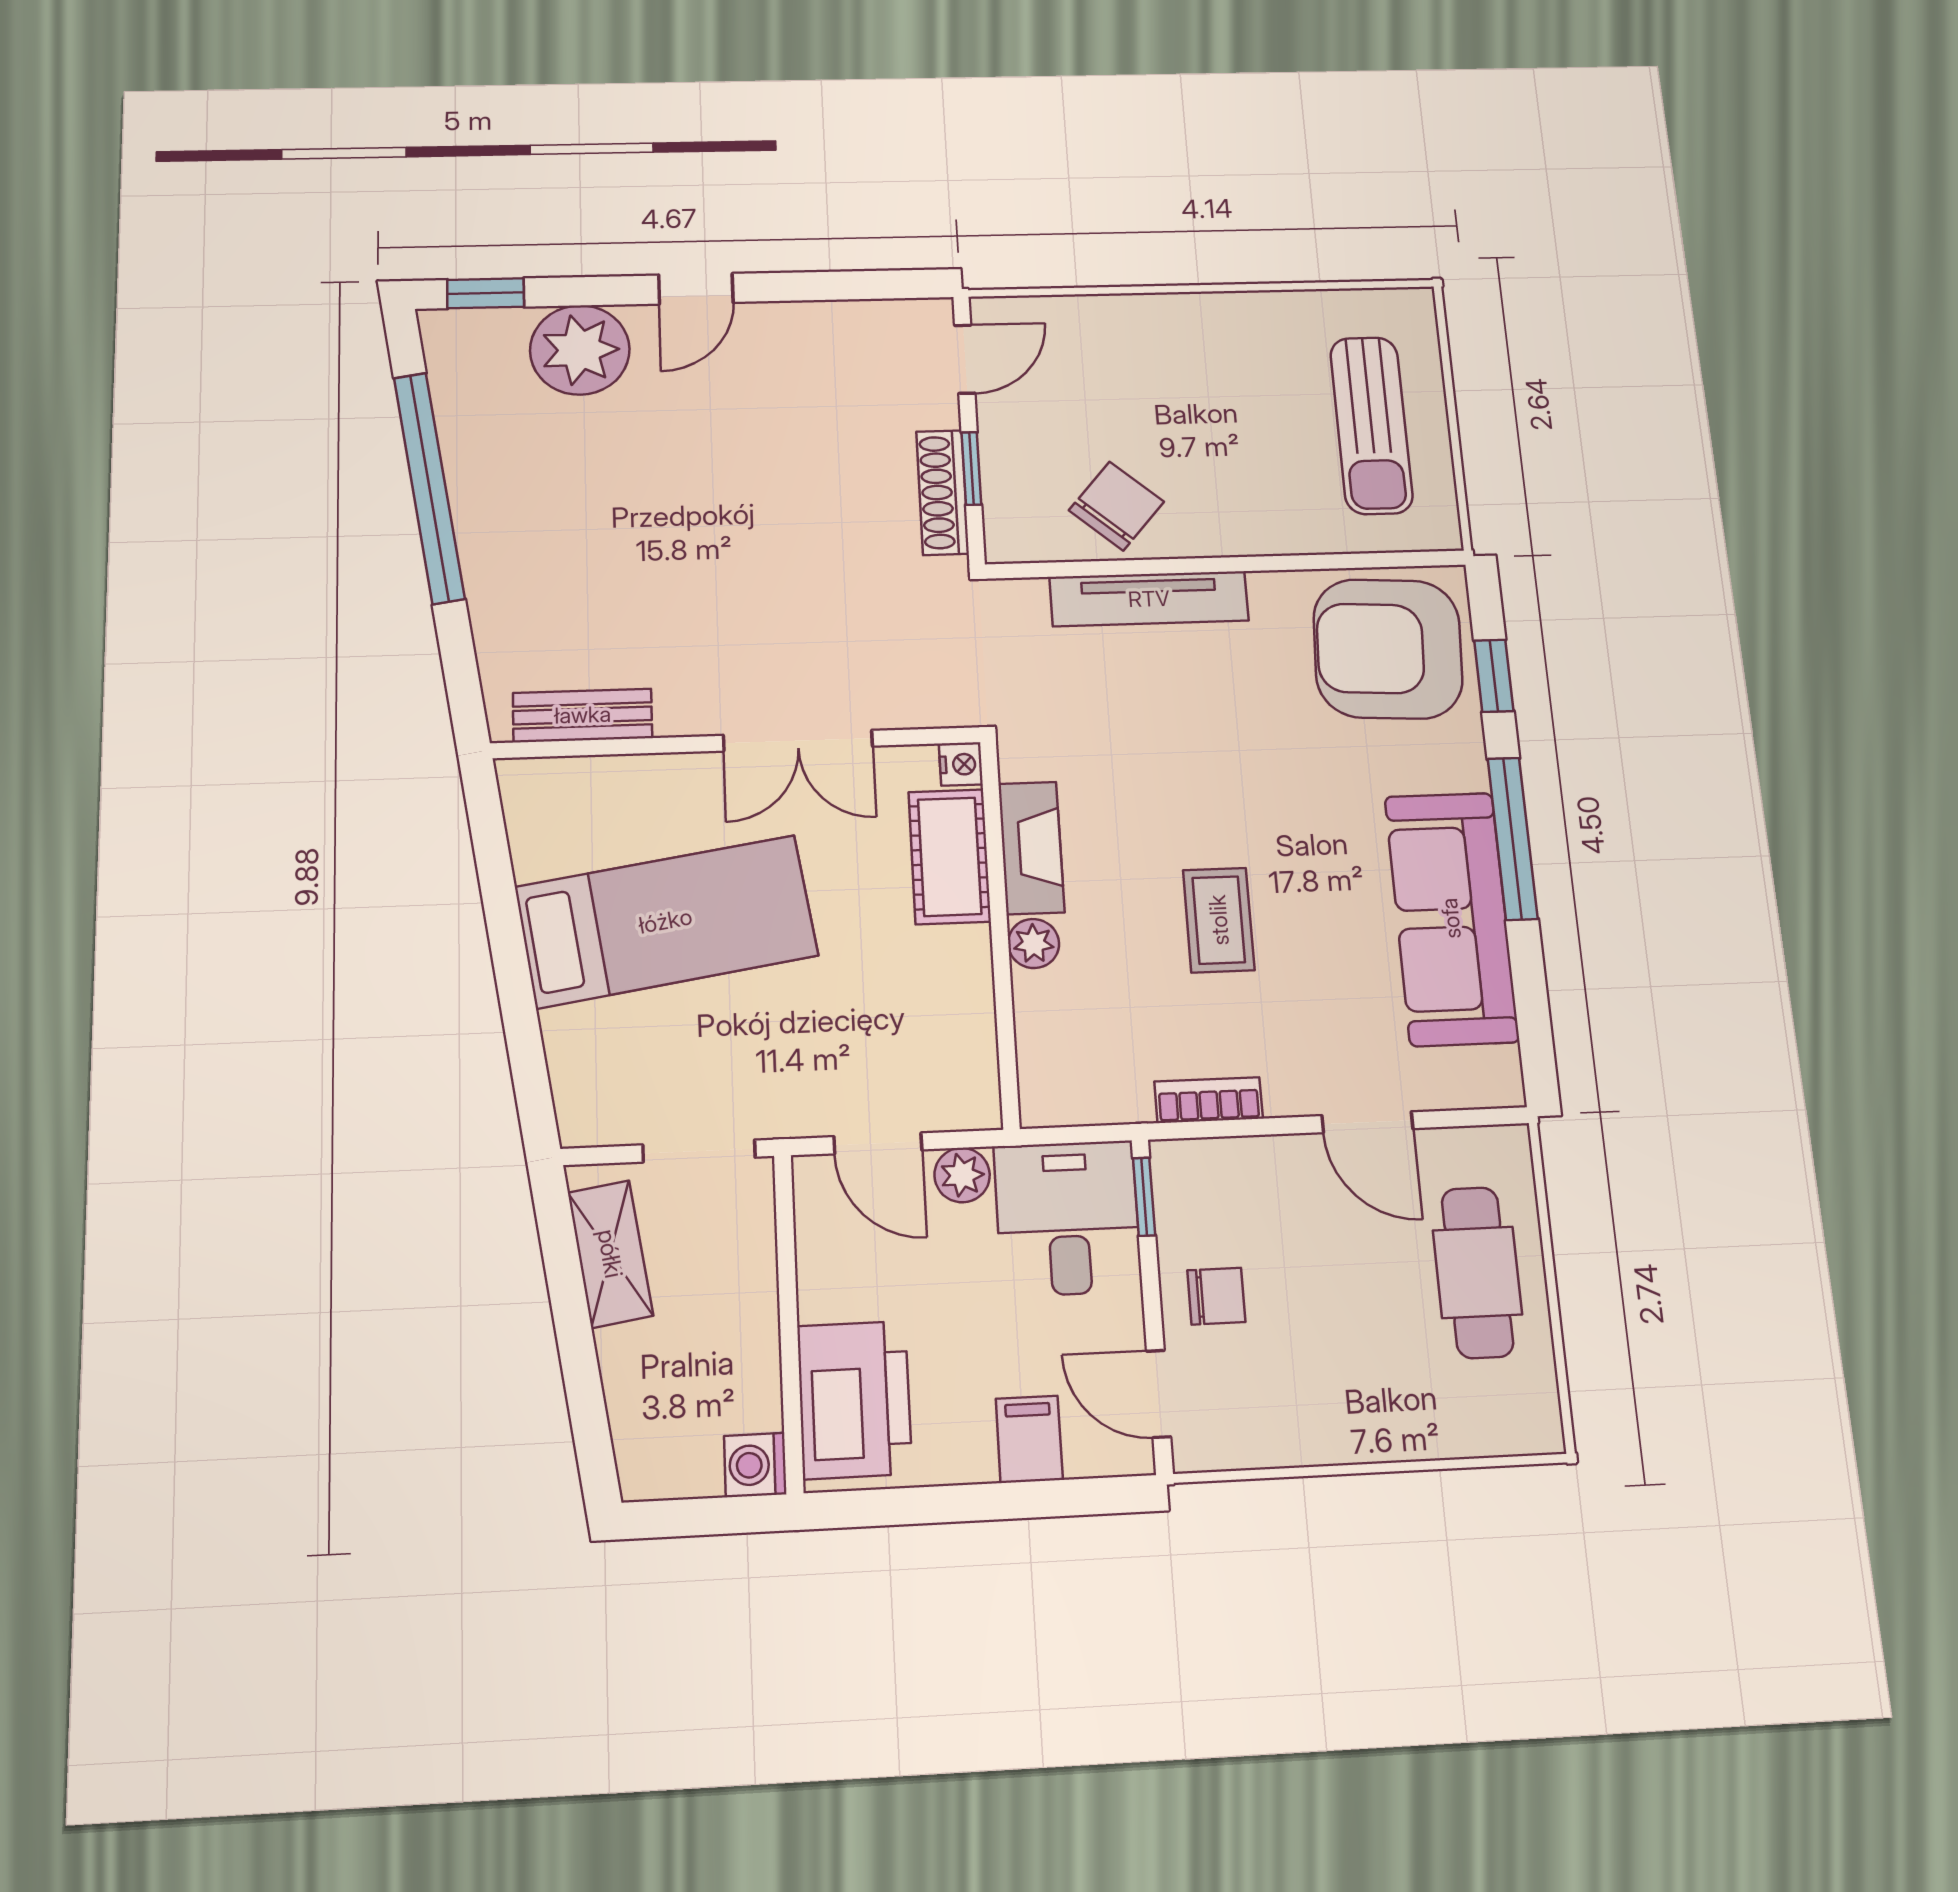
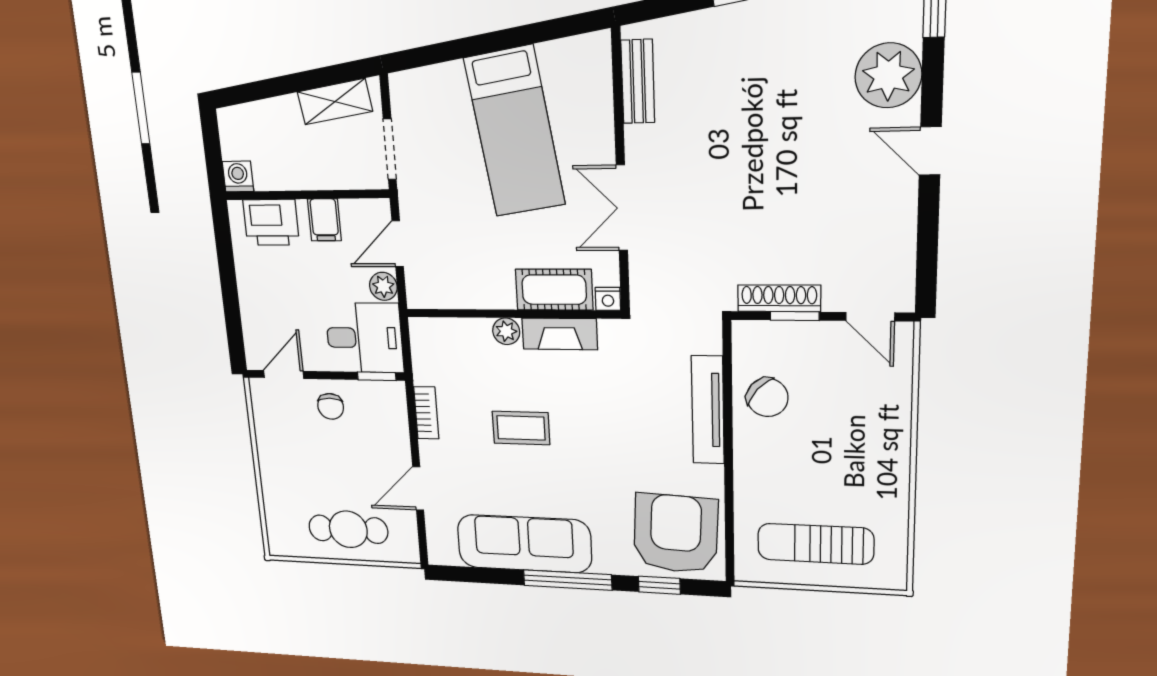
printer: (854, 1400) -> (271, 222), width x0.73, depth x0.84
filing cabinet: (1029, 1439) -> (324, 220), moved, turned 90

